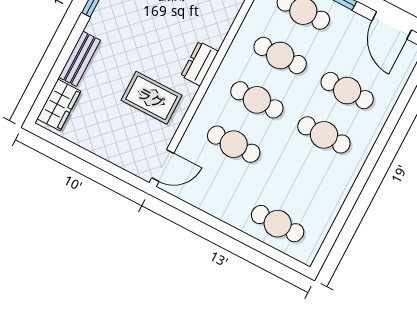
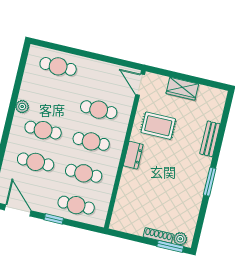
wardrobe: (59, 105) -> (182, 89), moved, turned -90
door: (163, 166) -> (140, 85), hinge flipped
plant: (346, 178) -> (22, 107), added

